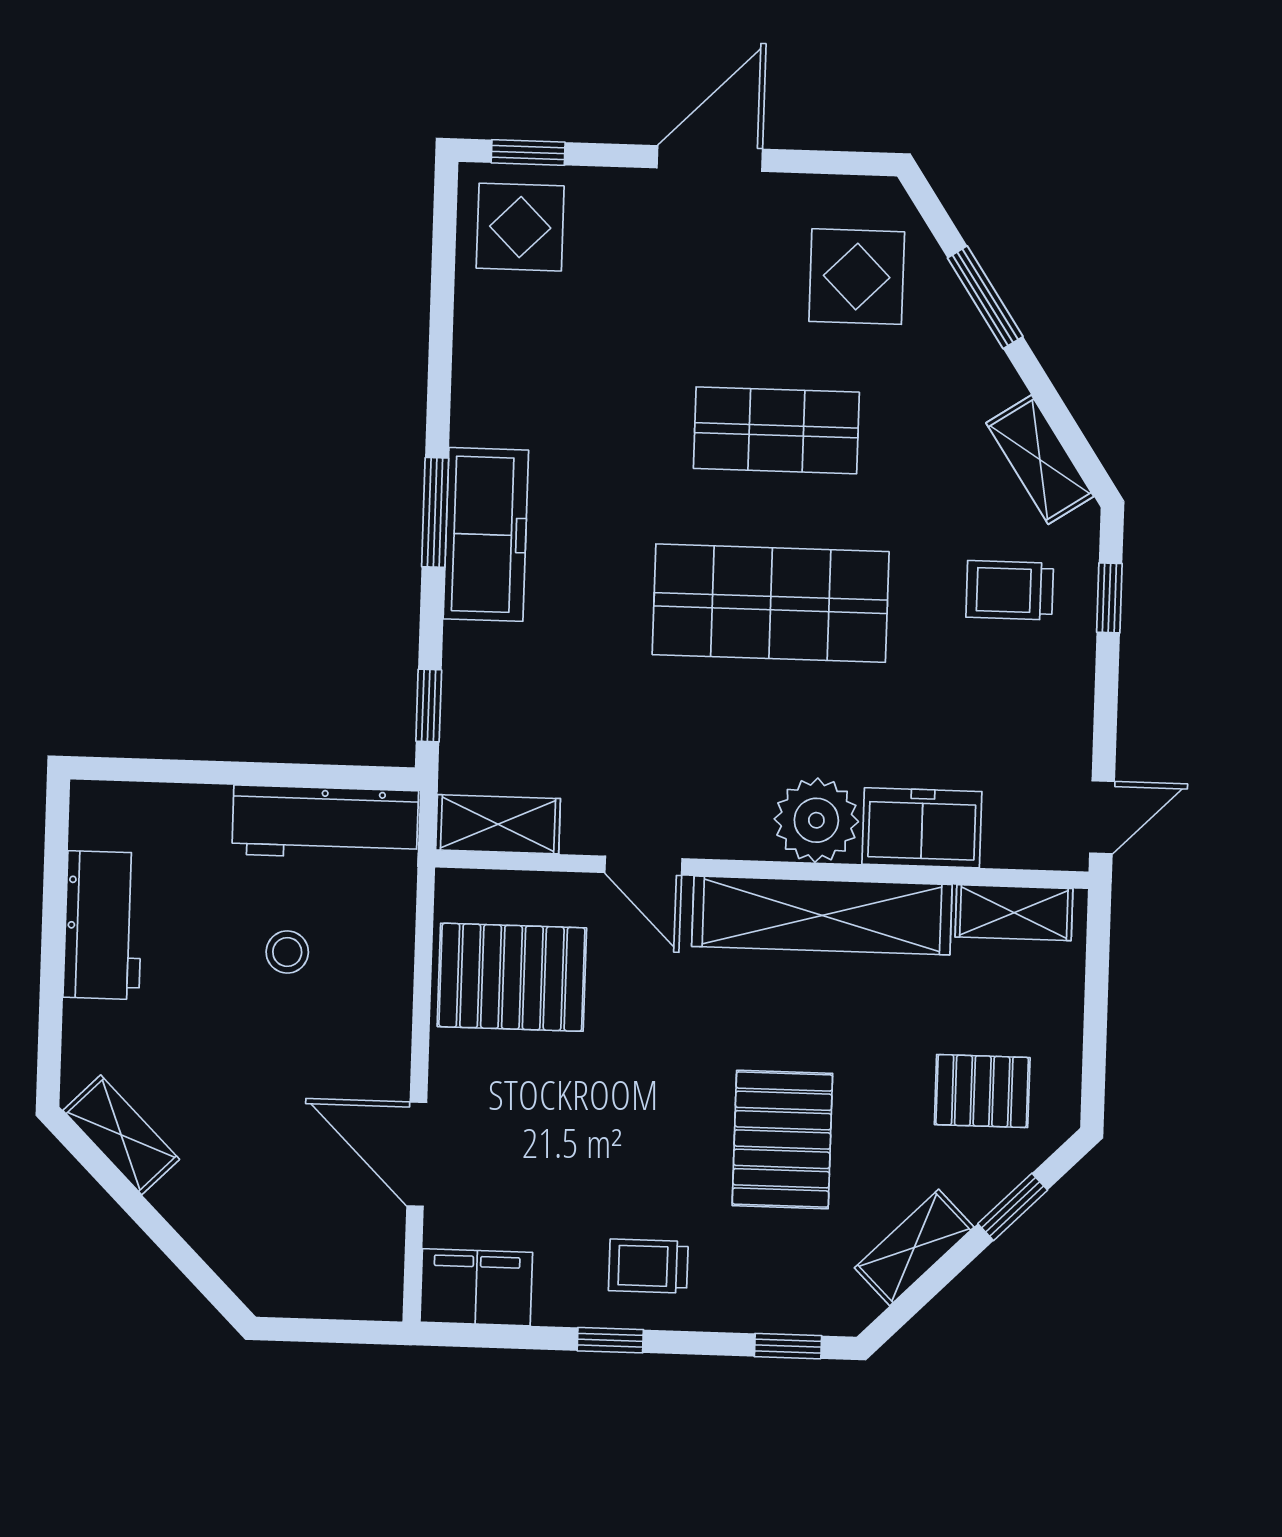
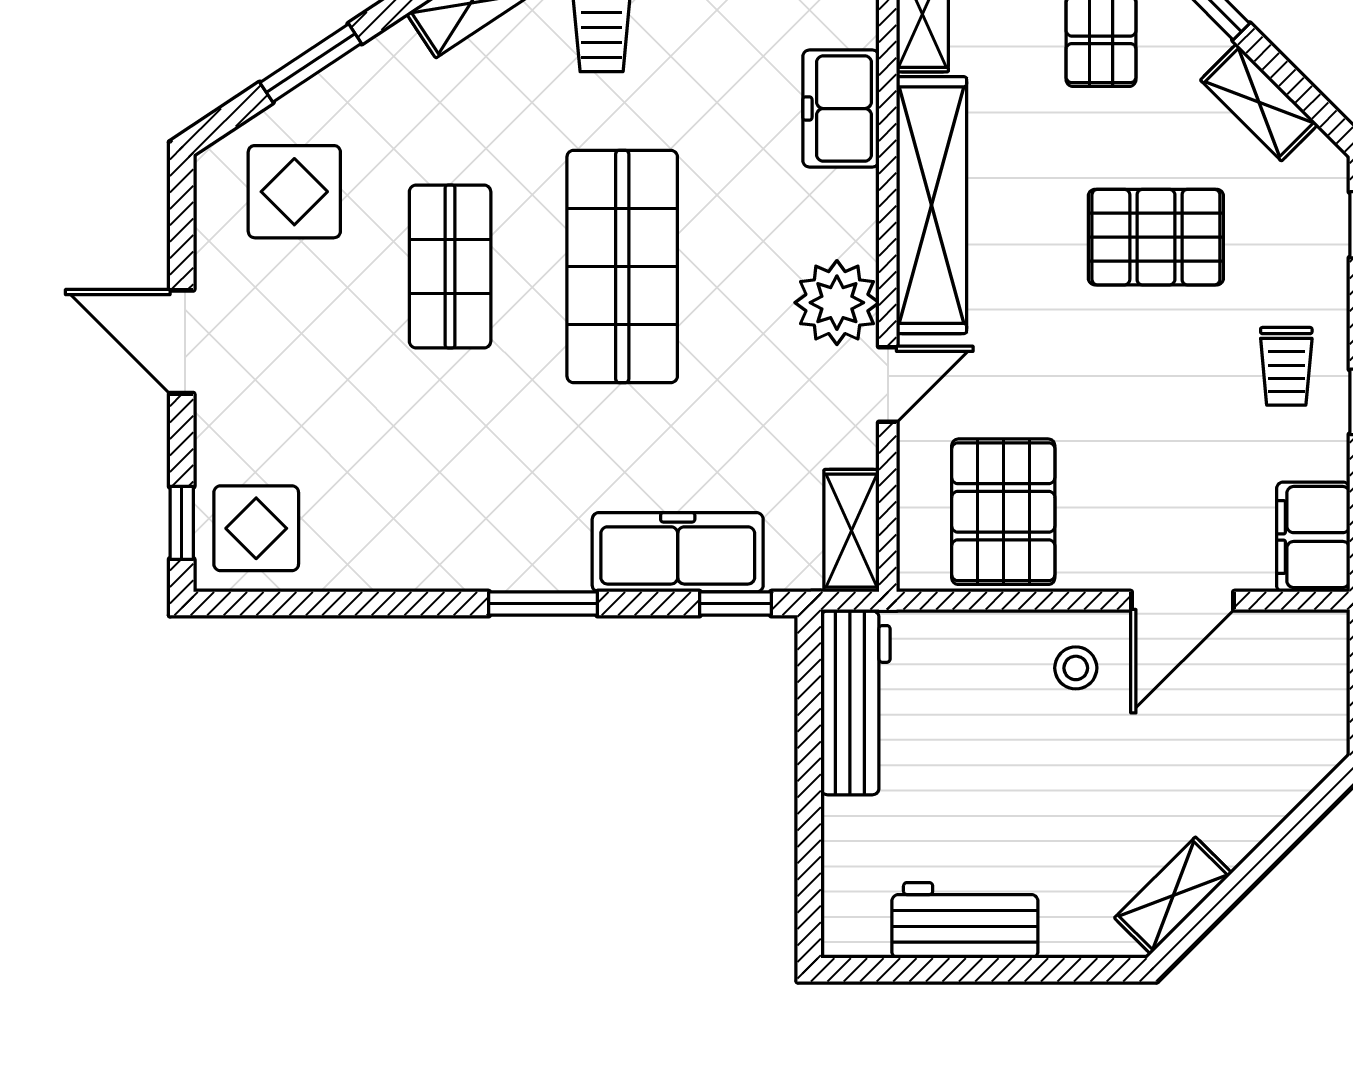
freezer: (486, 534) -> (678, 552), moved
plant: (816, 820) -> (837, 303), moved
stool: (287, 952) -> (1076, 668), moved

